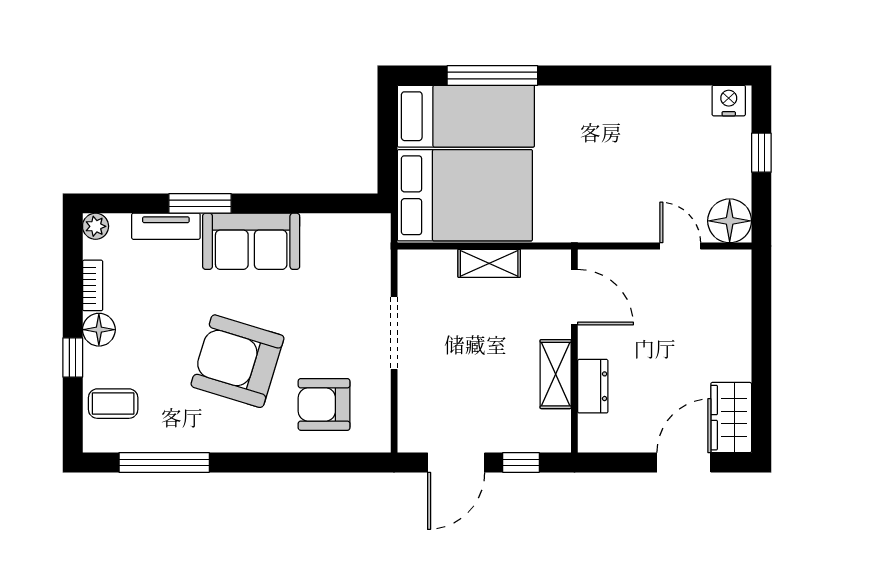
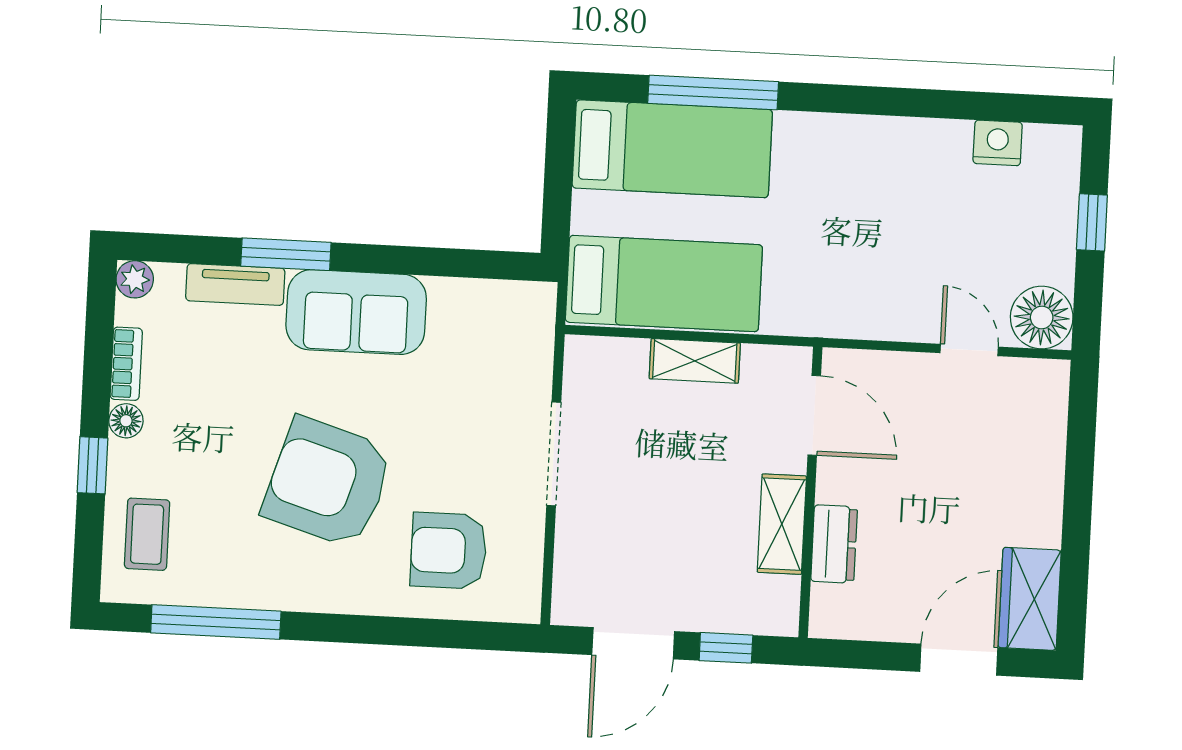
nightstand: (729, 101) -> (998, 143), moved
bed: (465, 195) -> (664, 283), width x0.67
floor lamp: (99, 330) -> (126, 421), width x0.73, depth x0.73
coffee table: (113, 404) -> (147, 534), turned 90

